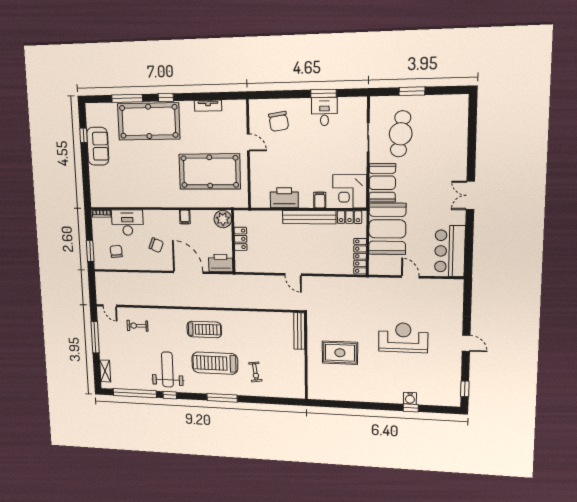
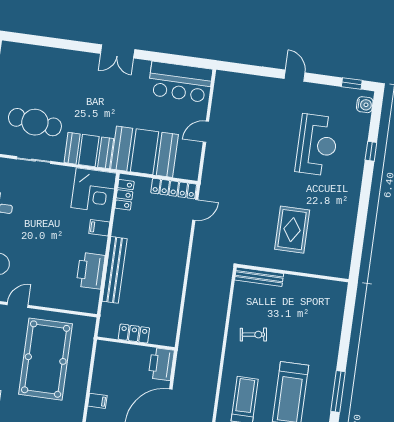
bench: (309, 217) -> (115, 270), moved
plant: (223, 219) -> (106, 352), removed
door: (293, 274) -> (195, 210), moved
reception desk: (403, 338) -> (317, 145), moved, turned 180
door: (466, 343) -> (295, 76), hinge flipped
exercise bike: (255, 372) -> (253, 335), moved
water cooler: (410, 398) -> (365, 105), moved

